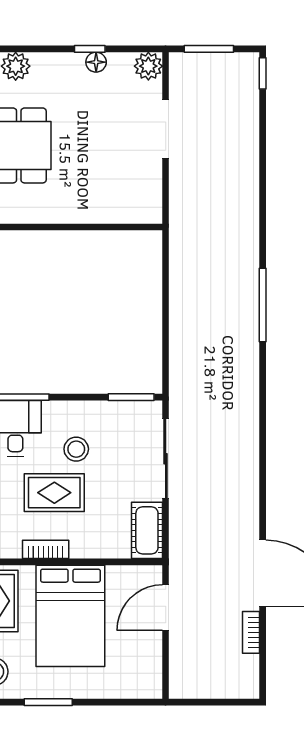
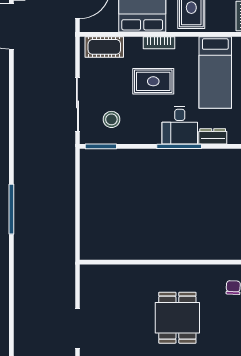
stool: (76, 449) -> (111, 119), moved
cot: (147, 530) -> (104, 47), moved, turned 90

